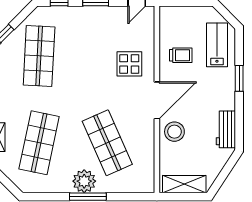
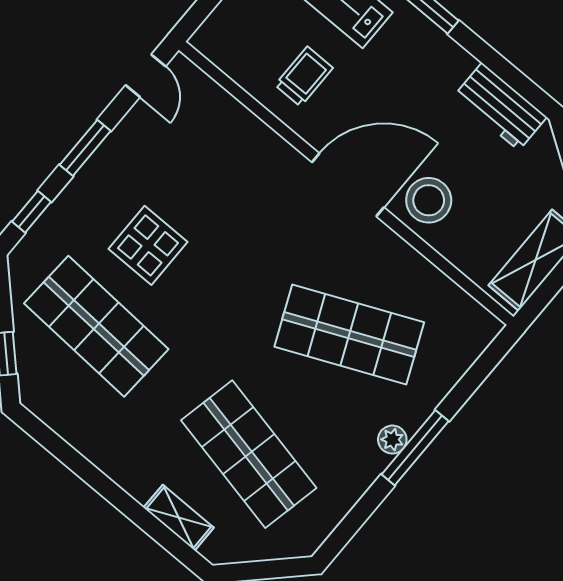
display table: (129, 64) -> (148, 245), moved
door: (157, 100) -> (348, 185), hinge flipped
plant: (84, 181) -> (392, 440), width x0.53, depth x0.53

